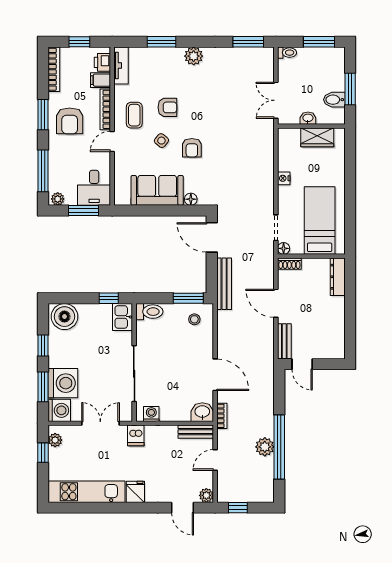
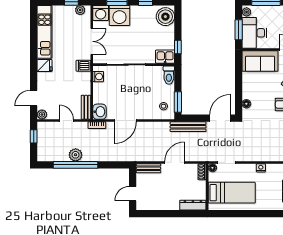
desk: (94, 188) -> (254, 33), width x1.37
sofa: (157, 190) -> (260, 61), moved, turned 90
door: (302, 364) -> (133, 194), moved

